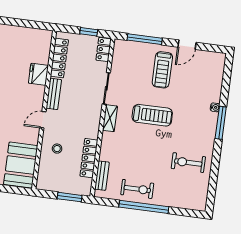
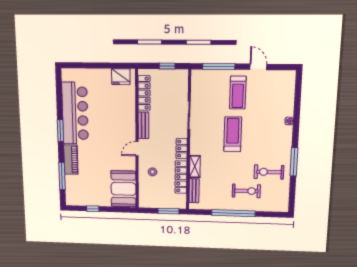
door: (187, 45) -> (258, 67), swing flipped
locker: (104, 49) -> (182, 149), moved
fridge: (38, 74) -> (121, 77), moved, turned -90
treadmill: (152, 115) -> (233, 134), turned -90
shelving: (110, 118) -> (195, 167), moved
window: (221, 123) -> (294, 162), moved
exercise bike: (137, 189) -> (246, 191), moved

